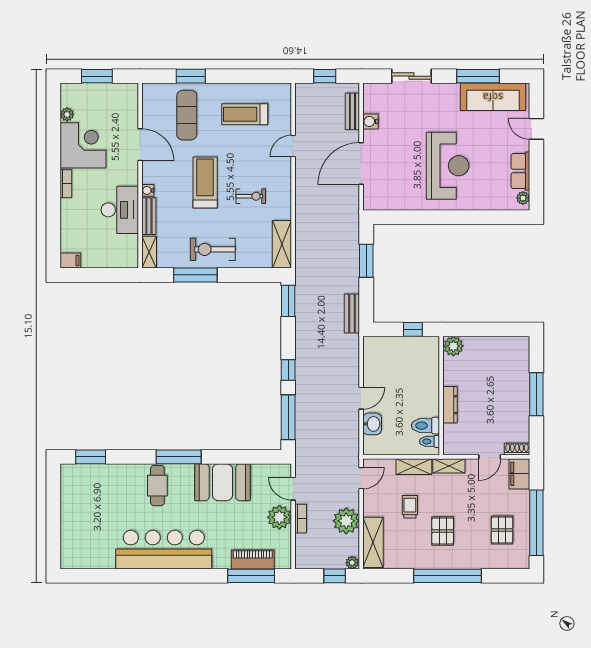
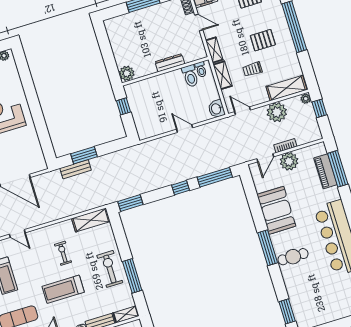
exercise bike: (213, 249) -> (110, 269), turned 180
bench: (352, 314) -> (76, 169), moved
washbasin: (372, 424) -> (216, 109), moved, turned -90

